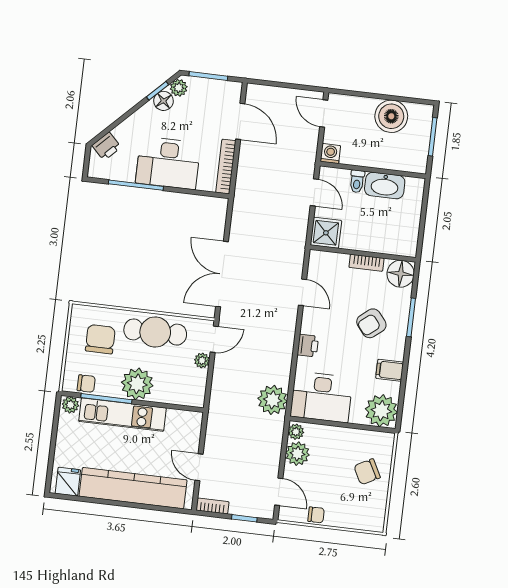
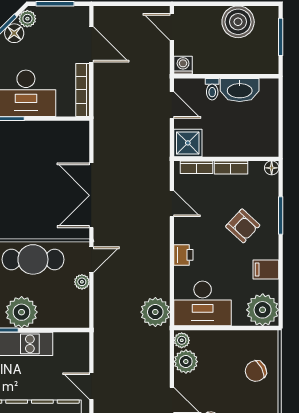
bookcase: (332, 258) -> (197, 167), added
floor lamp: (401, 274) -> (272, 168), width x0.53, depth x0.53
armchair: (371, 323) -> (243, 226), turned -98

